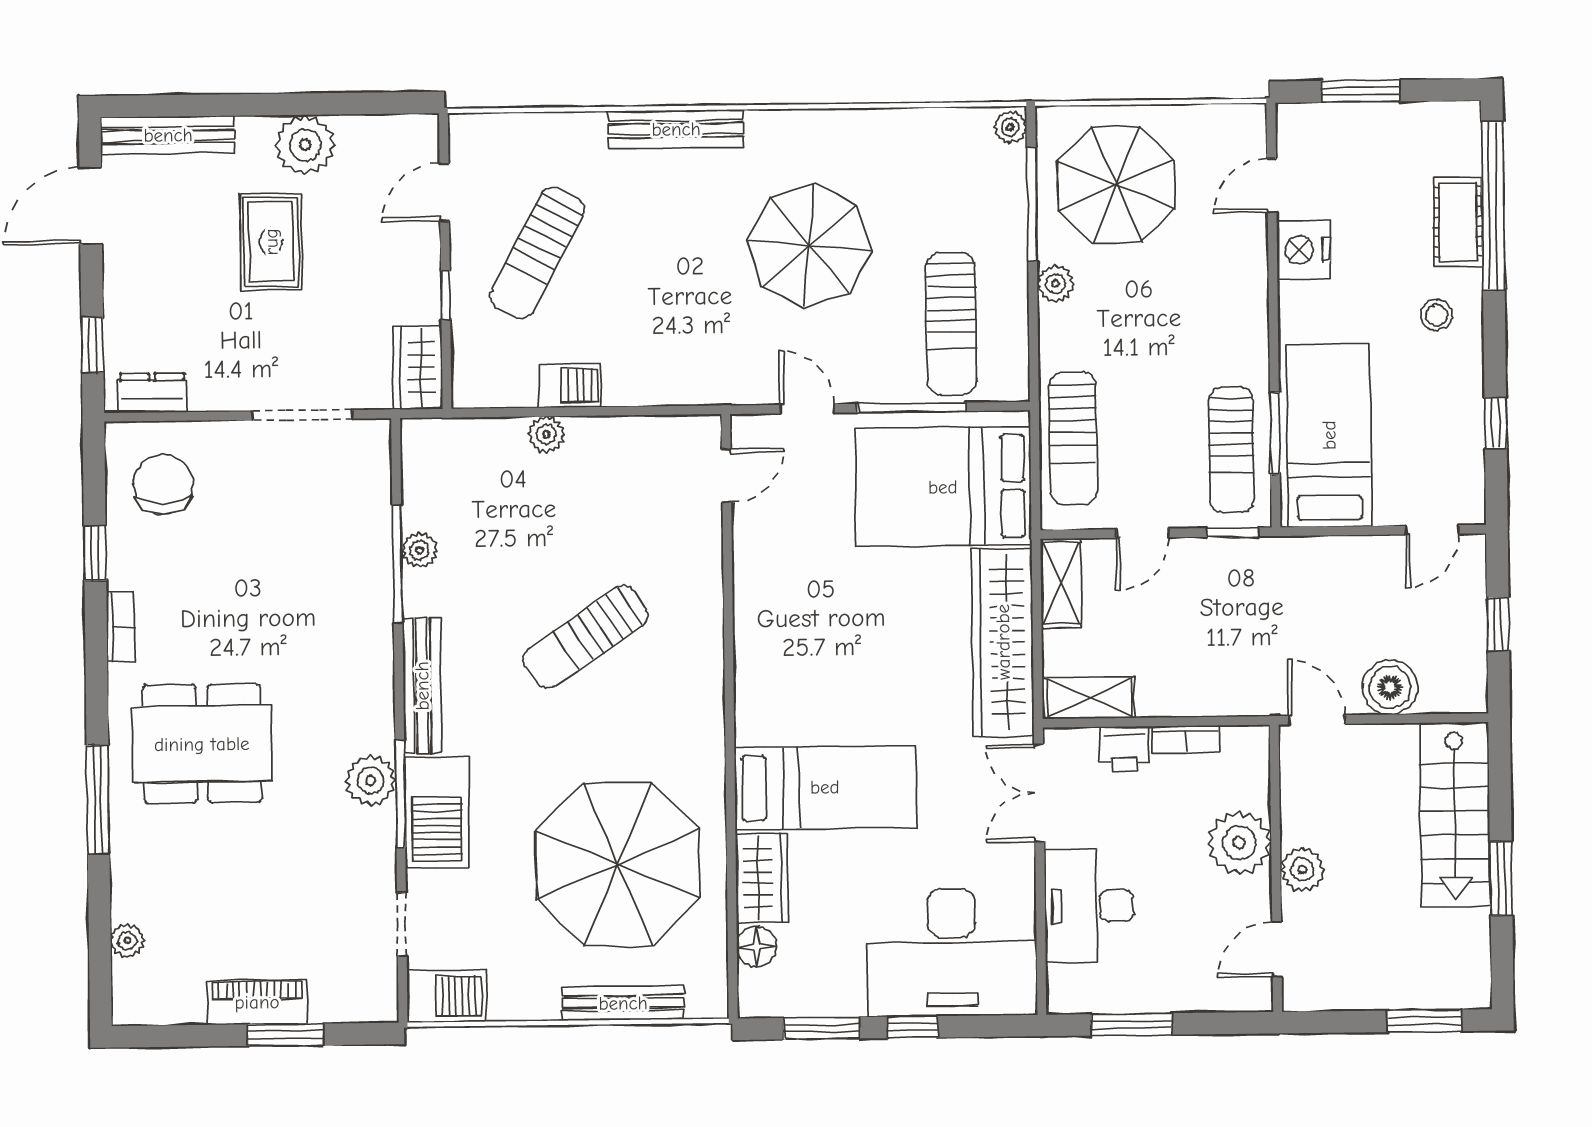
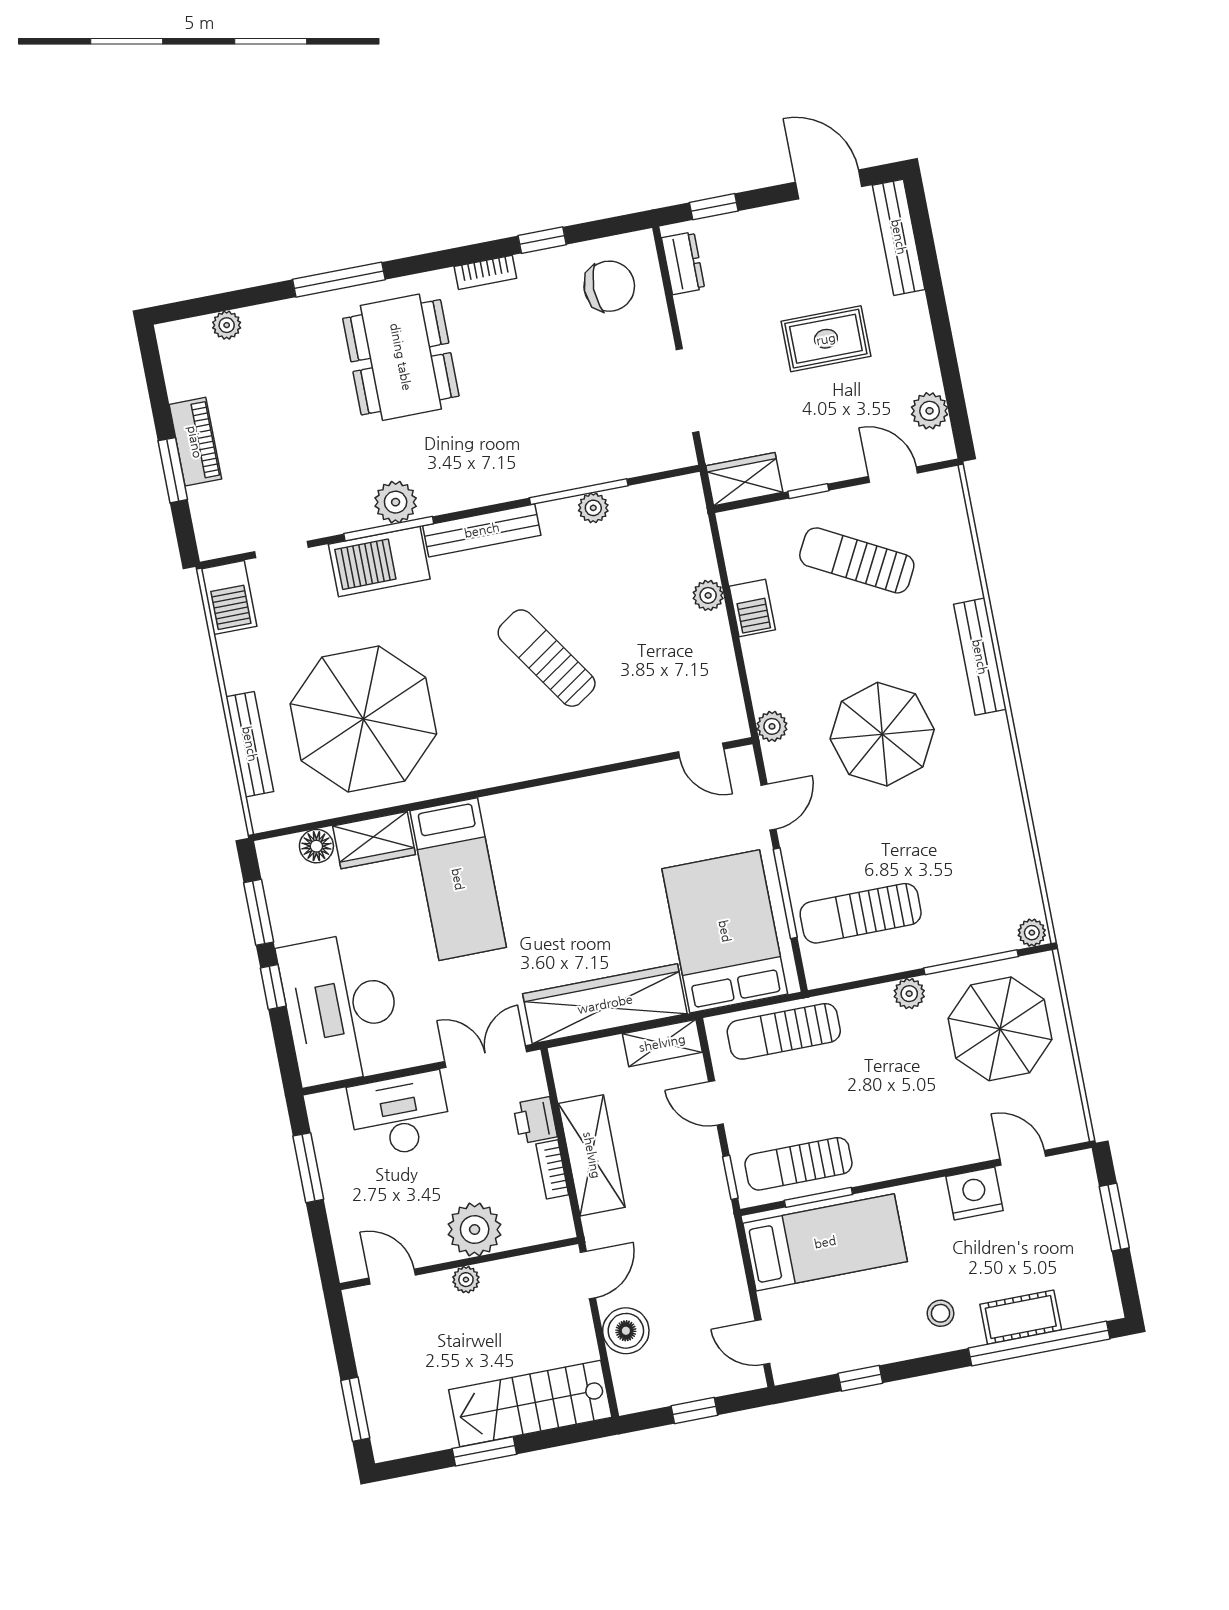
plant: (305, 145) -> (930, 411), moved, width x0.73, depth x0.73
parasol: (809, 246) -> (882, 734), moved
plant: (713, 387) -> (772, 726), added
shelving: (1089, 698) -> (592, 1155), moved, width x1.50, depth x1.33
plant: (1302, 870) -> (466, 1280), width x0.73, depth x0.73

